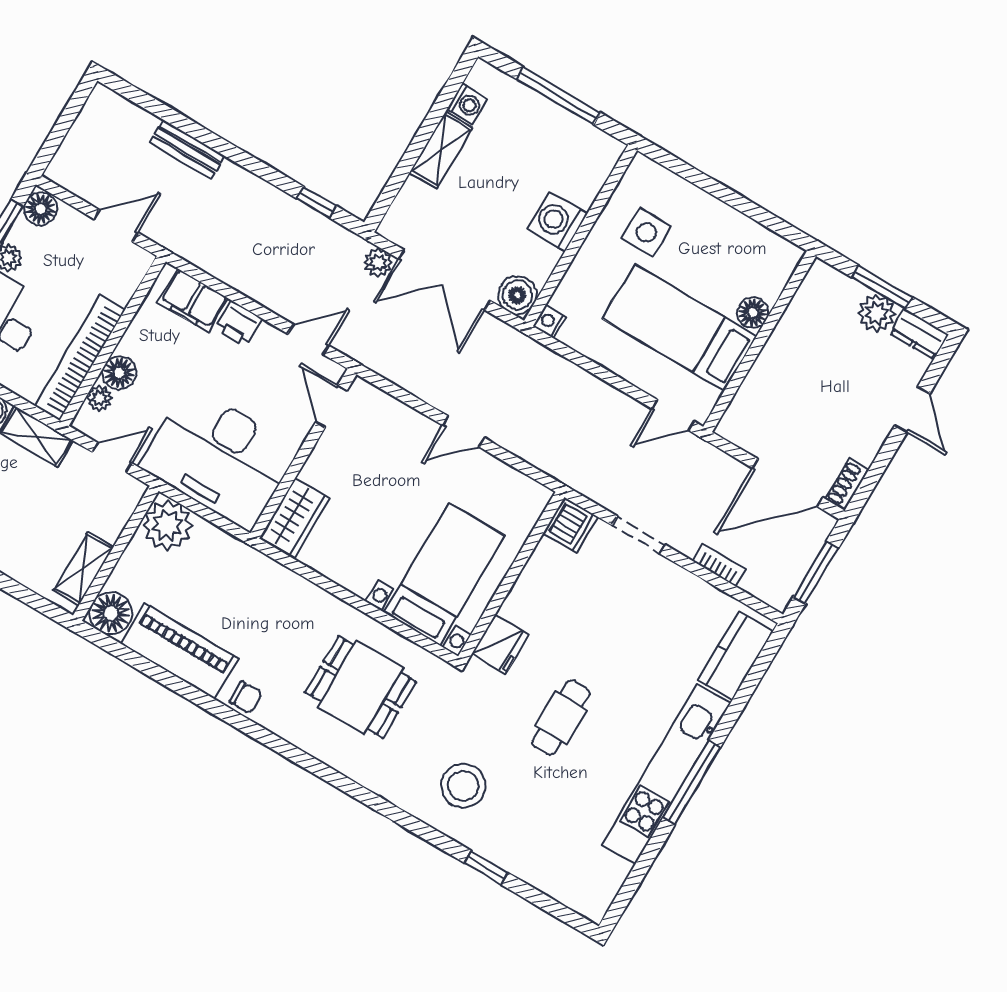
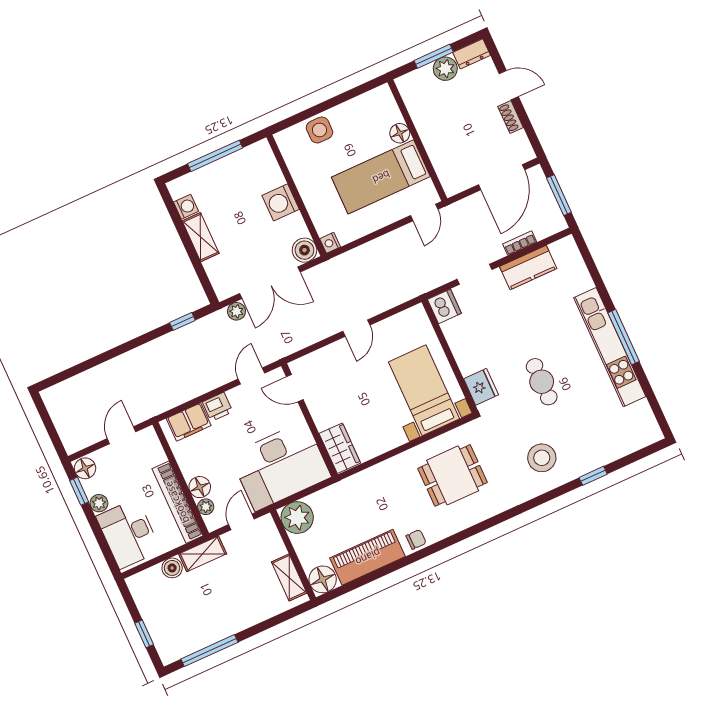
bench: (187, 149) -> (108, 370), removed
side table: (646, 232) -> (320, 130), moved
shoe rack: (847, 485) -> (511, 117), moved
kitchen counter: (735, 656) -> (528, 268), moved, turned -90

